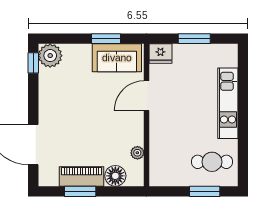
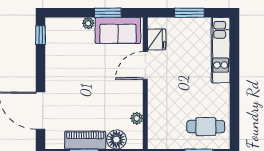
fridge: (160, 53) -> (157, 39), moved, turned -90
plant: (50, 56) -> (88, 23), moved, width x0.53, depth x0.53
kitchen unit: (228, 103) -> (221, 50), moved

